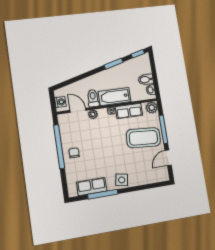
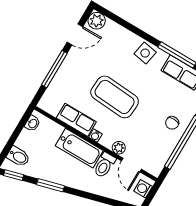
bidet: (146, 80) -> (18, 157), moved
plant: (152, 108) -> (97, 21), moved
coffee table: (143, 138) -> (115, 97), moved

